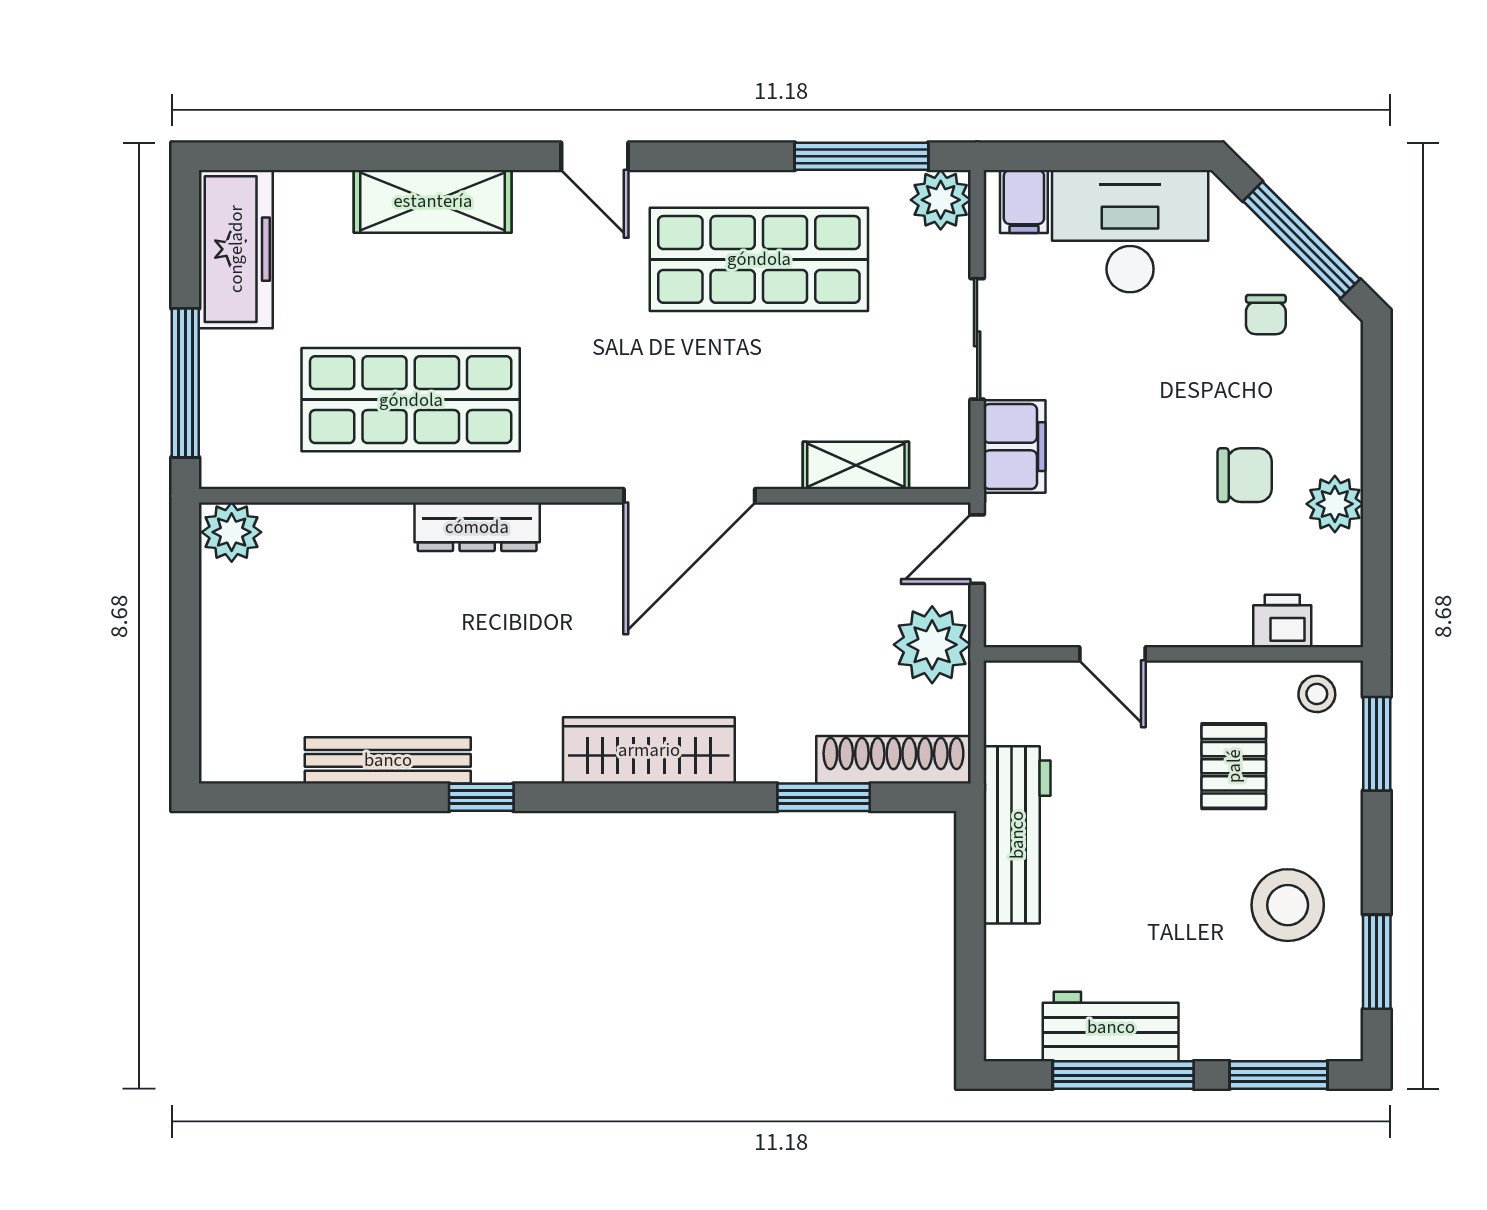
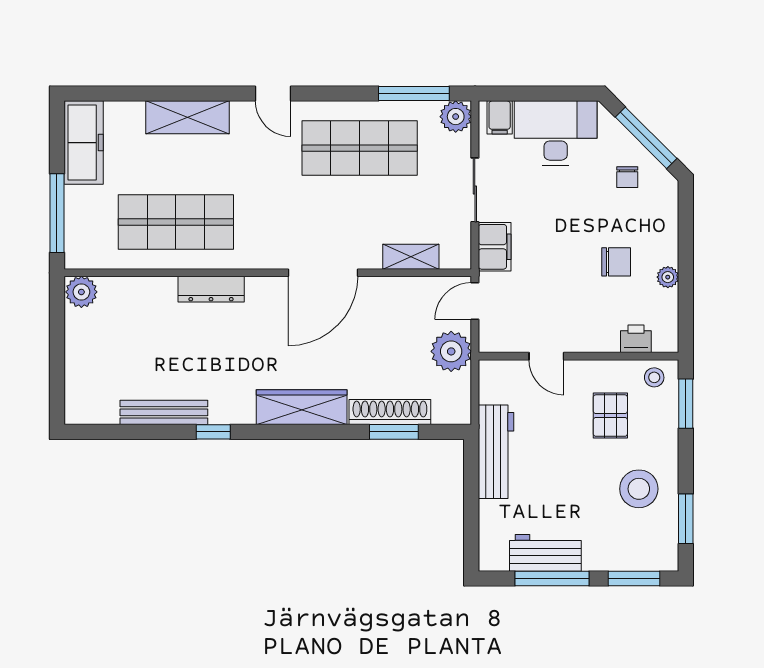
plant: (1335, 504) -> (668, 277), width x0.73, depth x0.73
shoe rack: (893, 760) -> (390, 412), moved

